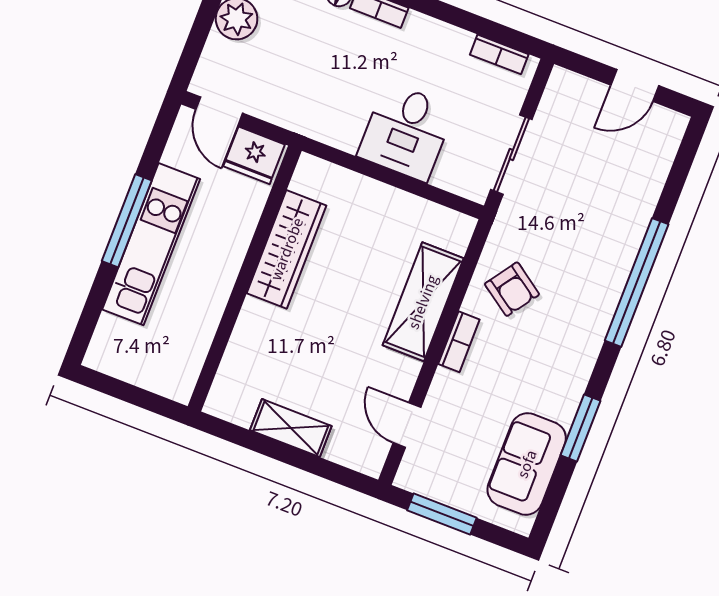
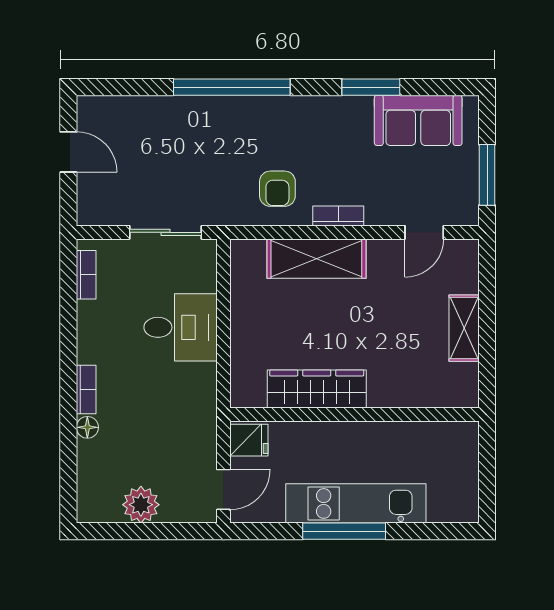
fridge: (254, 155) -> (249, 440), width x0.72
armchair: (512, 289) -> (277, 189), turned 145

